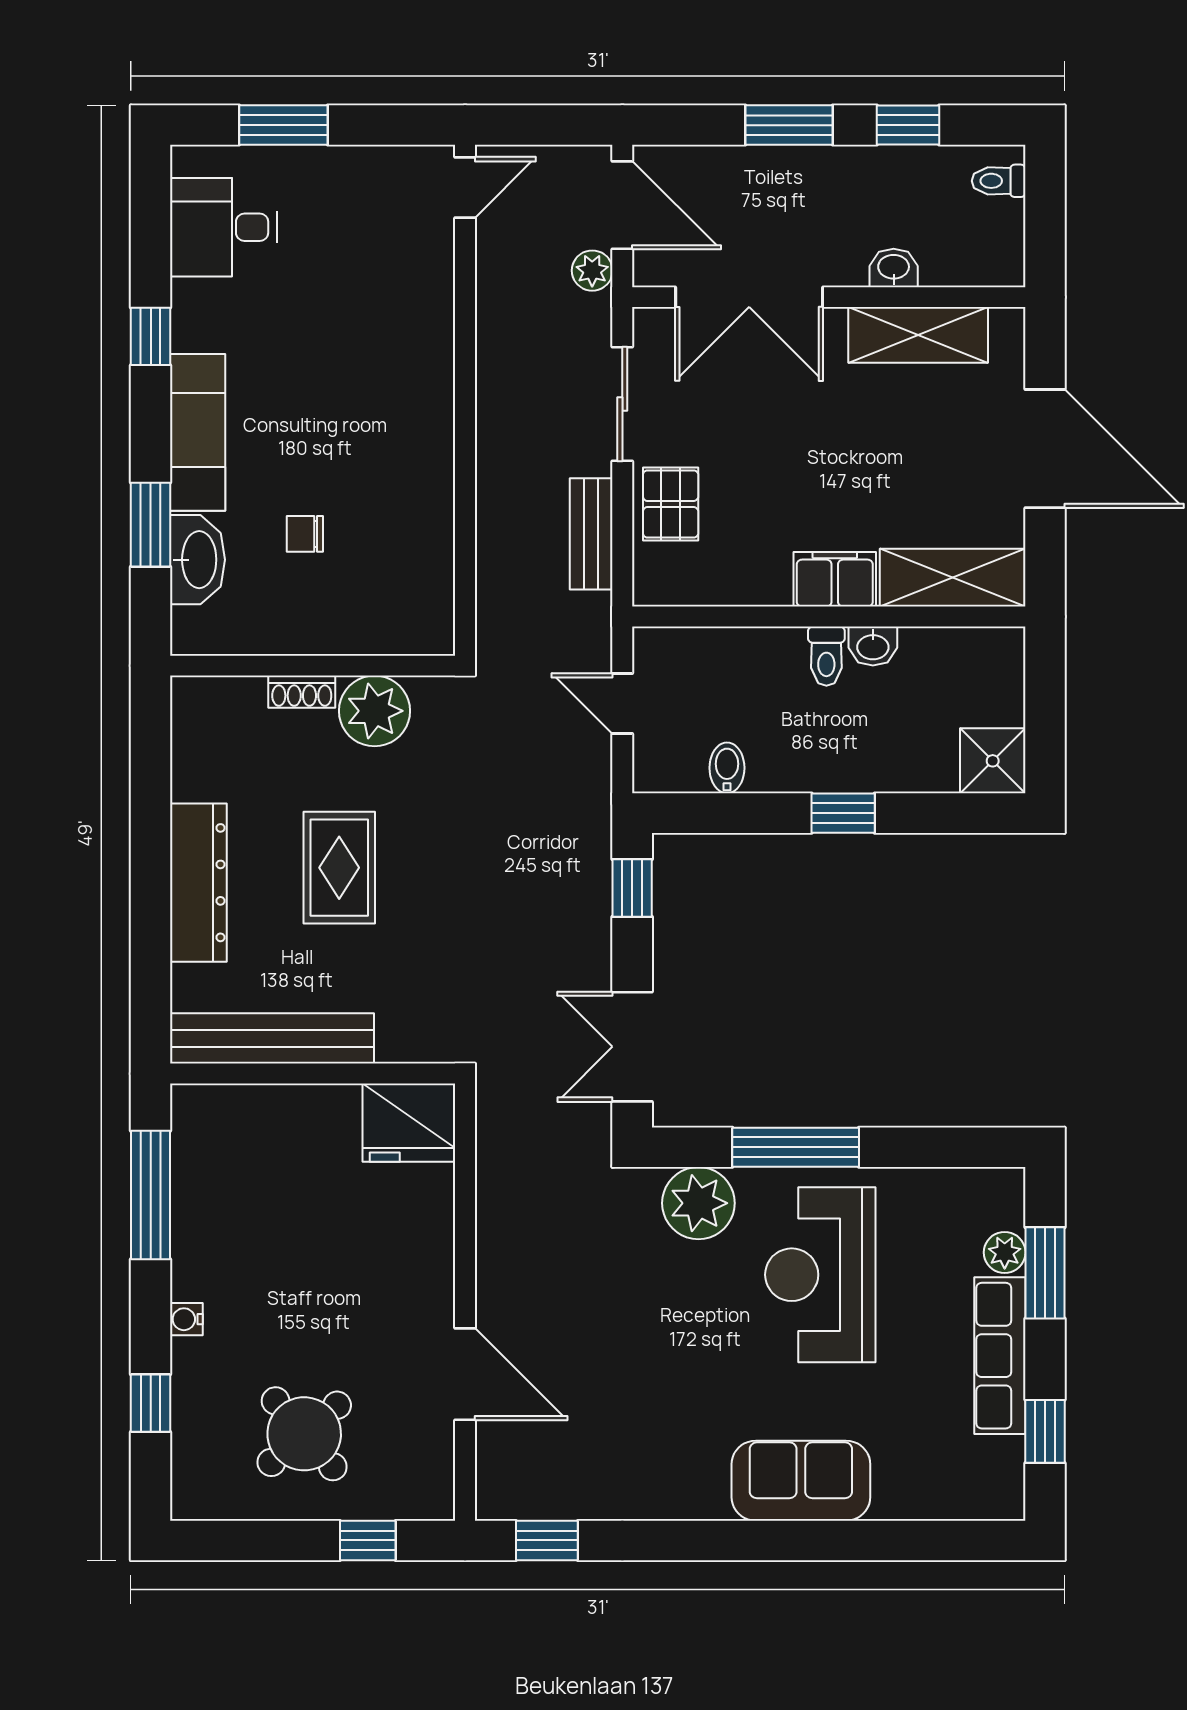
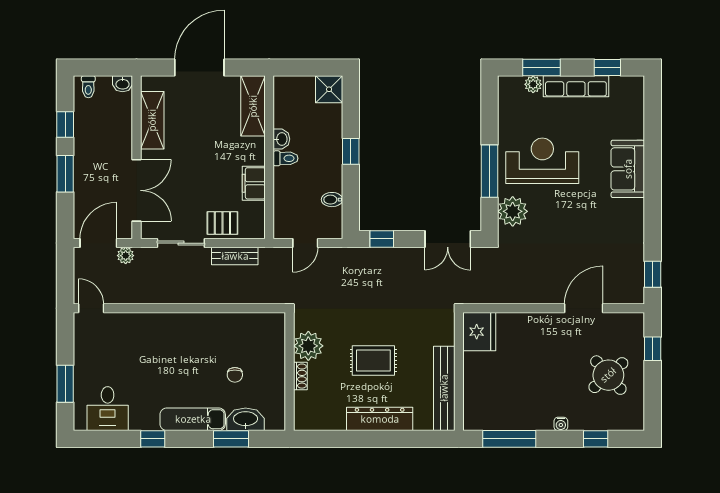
washbasin: (894, 268) -> (123, 84), moved, turned -90
filing cabinet: (835, 579) -> (254, 183), moved
reception desk: (820, 1275) -> (542, 161), turned 180

